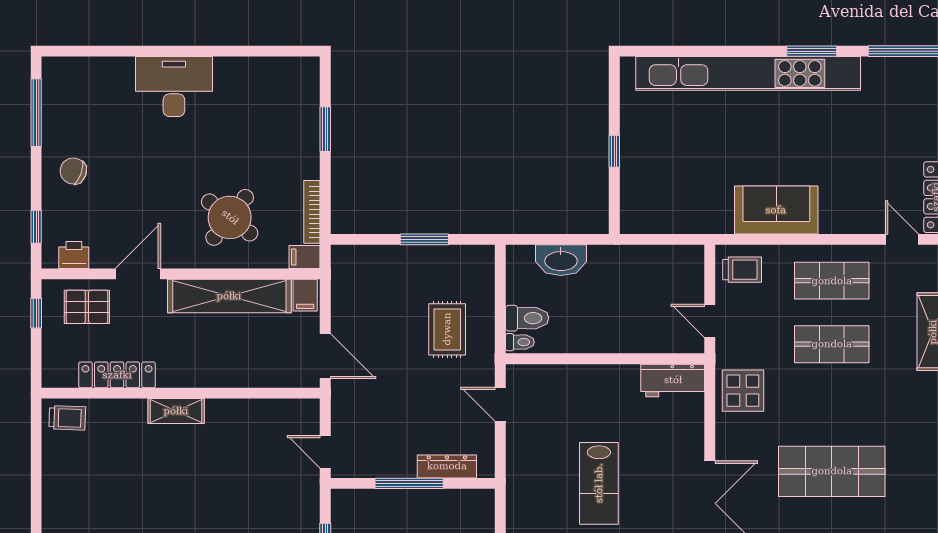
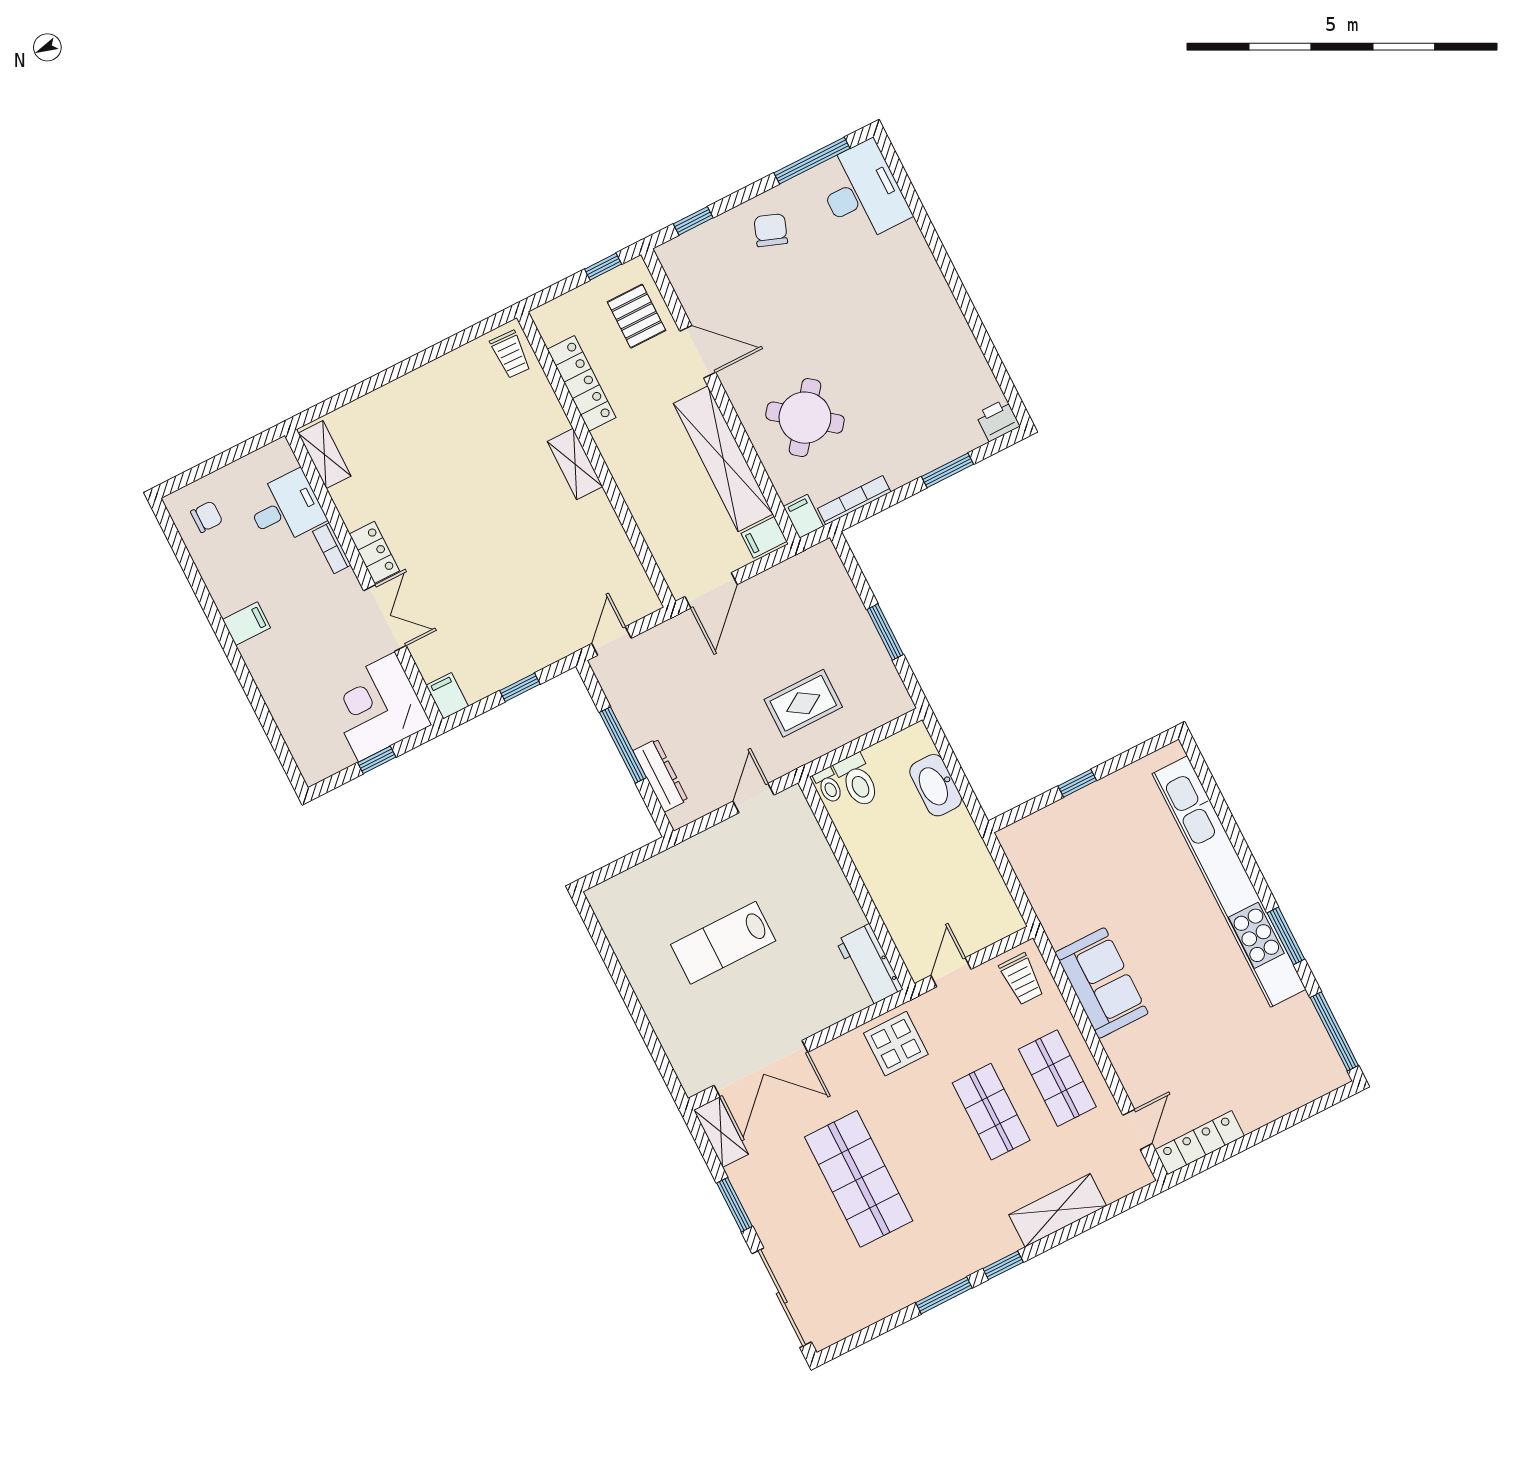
desk: (174, 87) -> (862, 192), moved
printer: (74, 255) -> (998, 420), moved, turned -90

